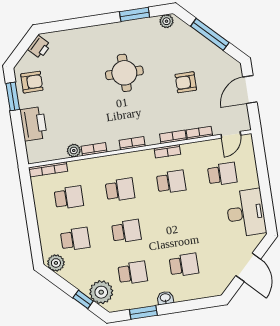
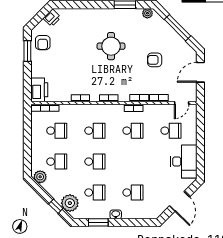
armchair: (32, 82) -> (43, 43), turned 90
printer: (33, 124) -> (39, 90), moved
plant: (74, 151) -> (66, 97), removed

